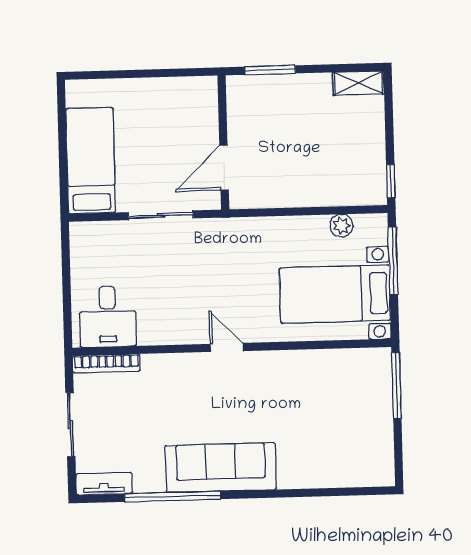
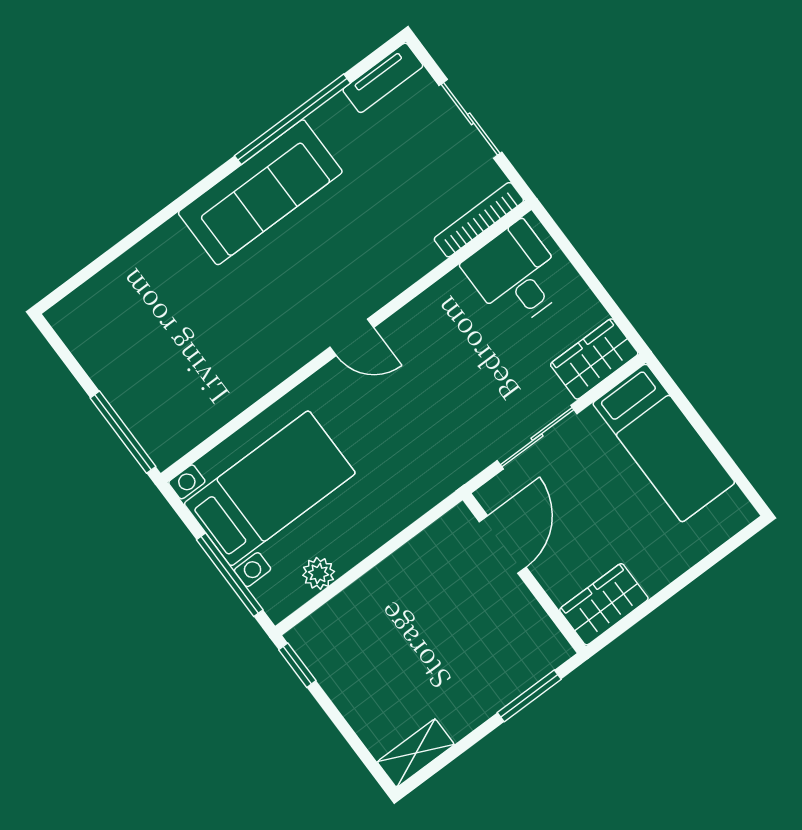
wardrobe: (190, 92) -> (604, 604), added
wardrobe: (97, 237) -> (594, 359), added

